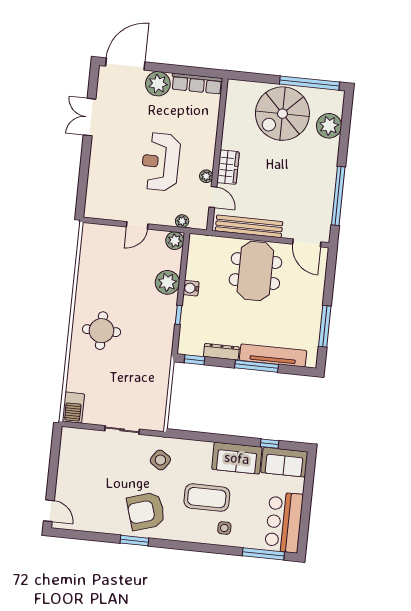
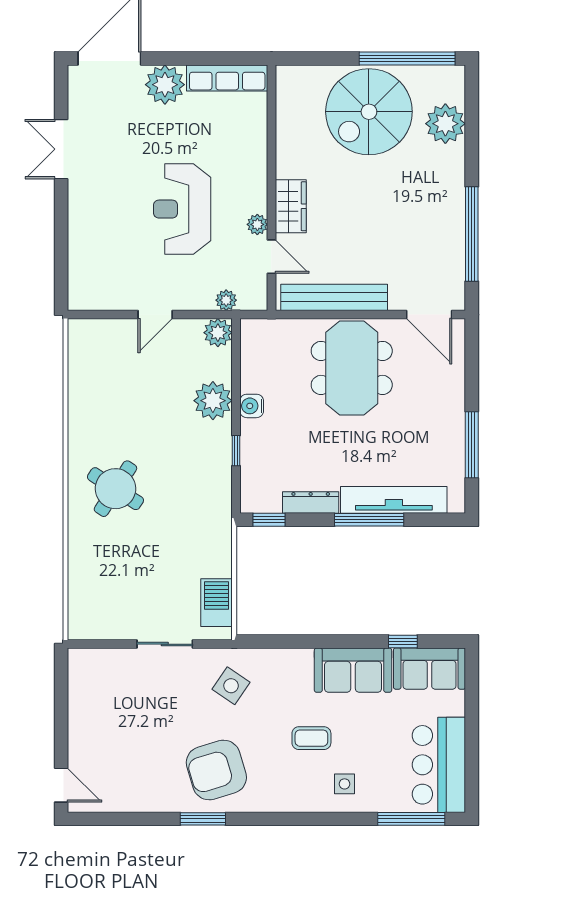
round table: (101, 331) -> (115, 489), turned 33
barbecue: (73, 408) -> (217, 603), moved, turned 180
coffee table: (207, 498) -> (311, 738), width x0.54, depth x0.58

